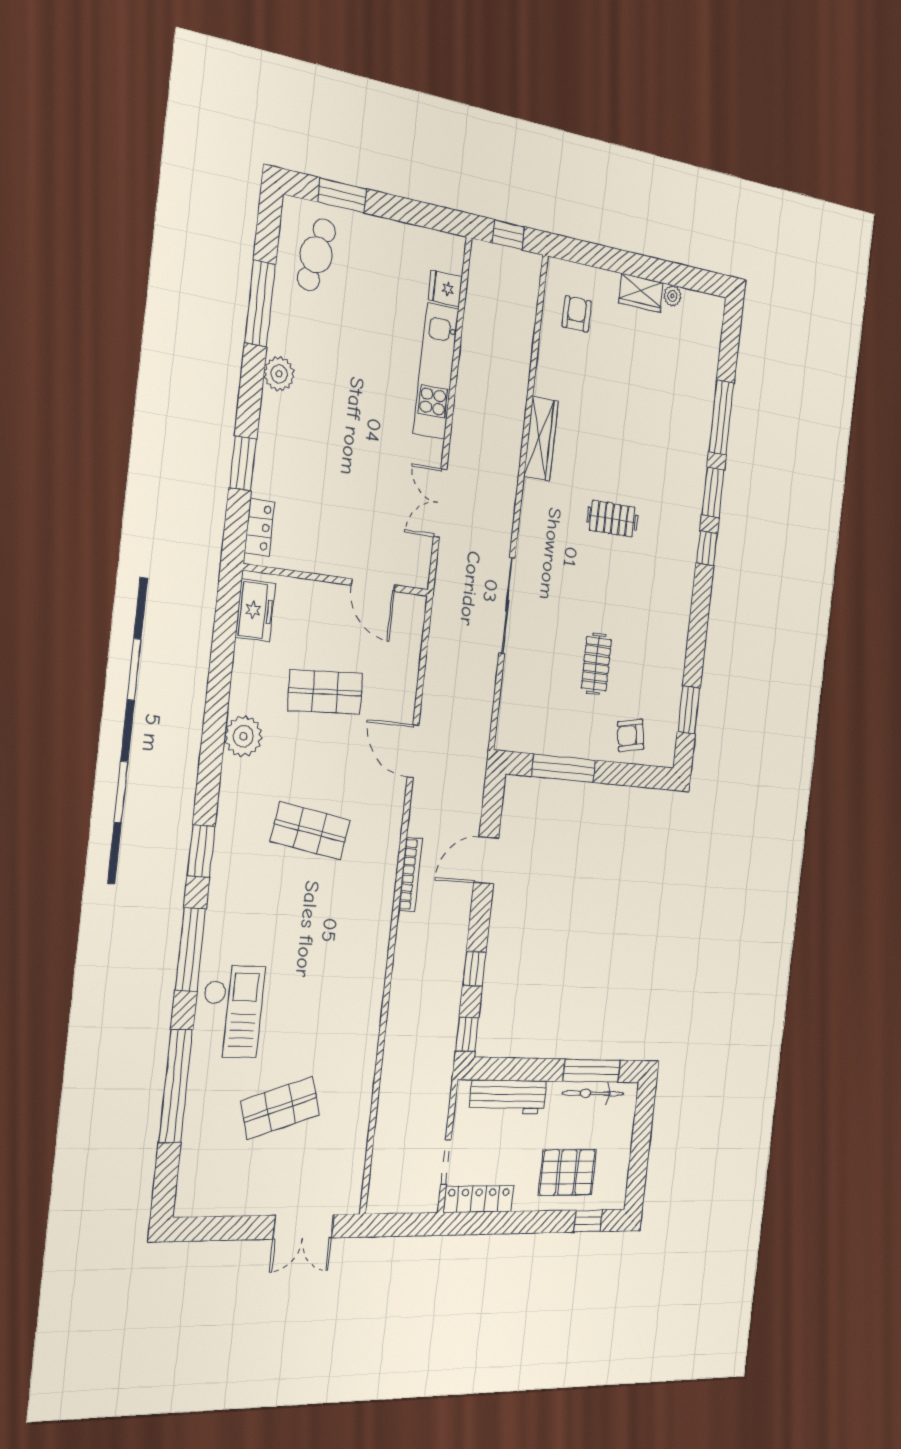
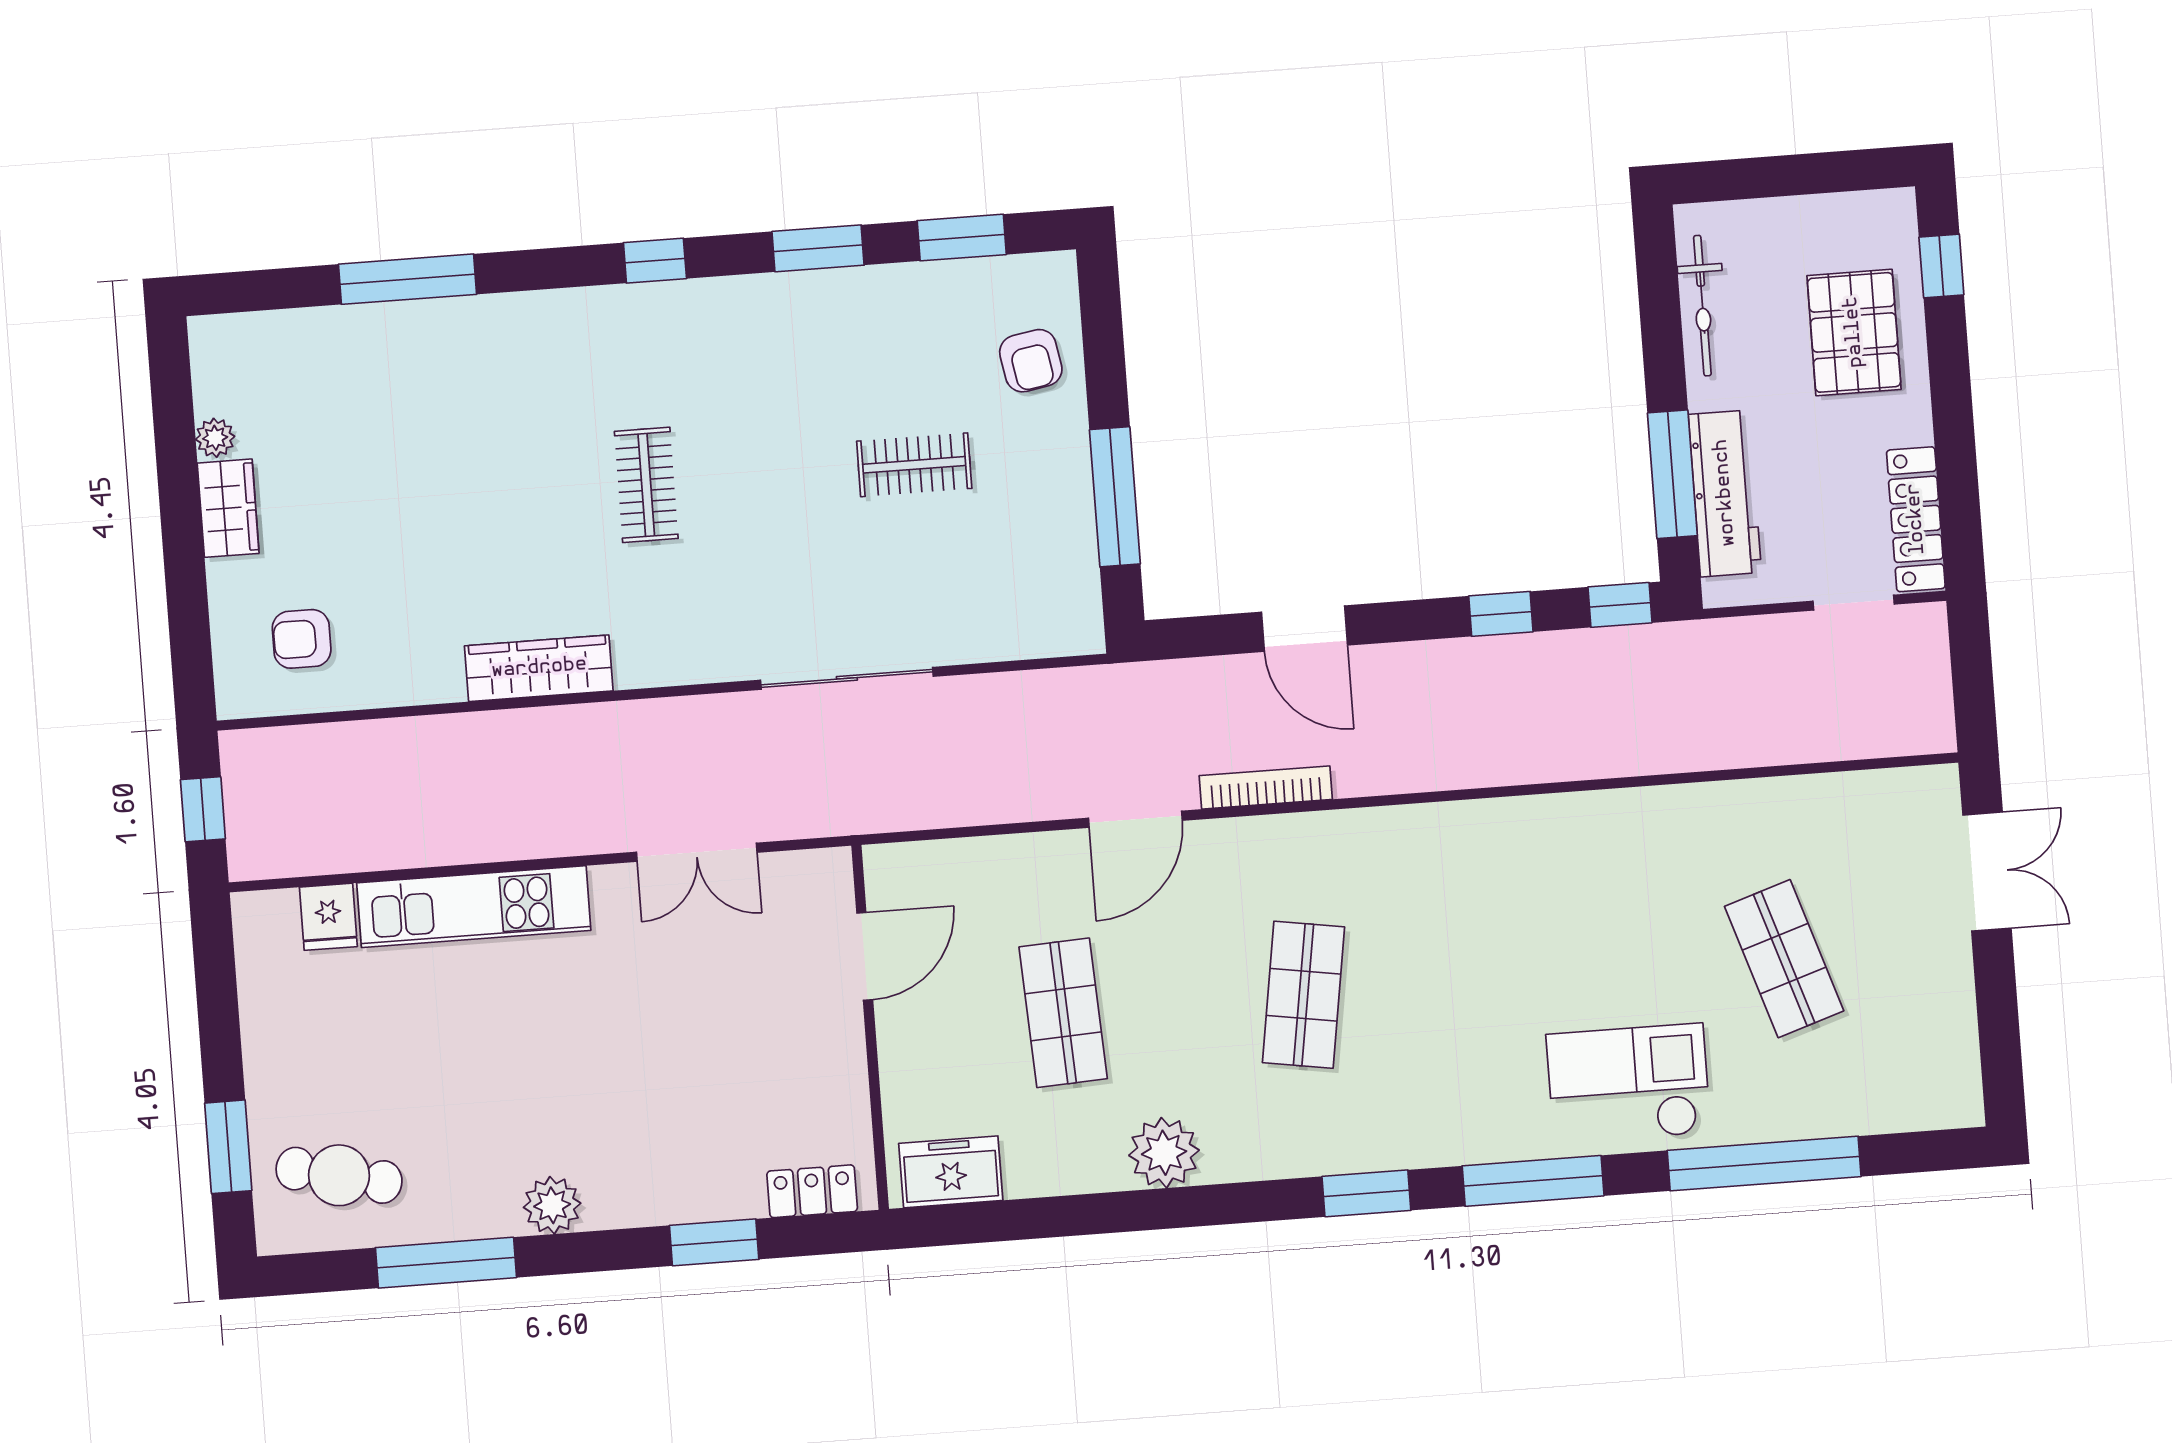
window: (713, 492) -> (818, 248), moved
bookcase: (410, 875) -> (1266, 788), moved
window: (591, 1071) -> (1672, 474), moved

